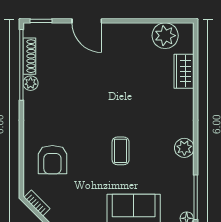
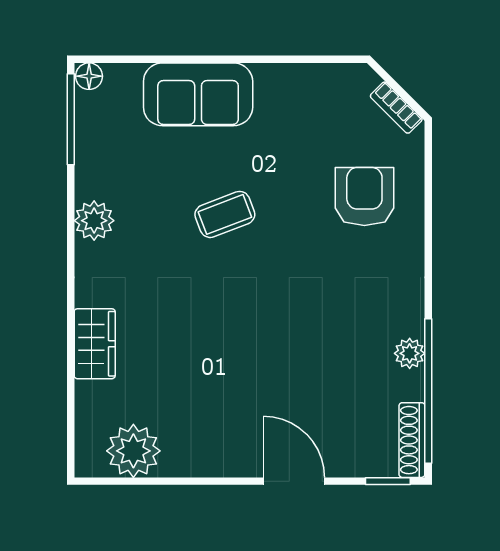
shoe rack: (29, 56) -> (412, 440), moved
wardrobe: (184, 71) -> (95, 344), moved
coffee table: (121, 151) -> (225, 214), turned 69

